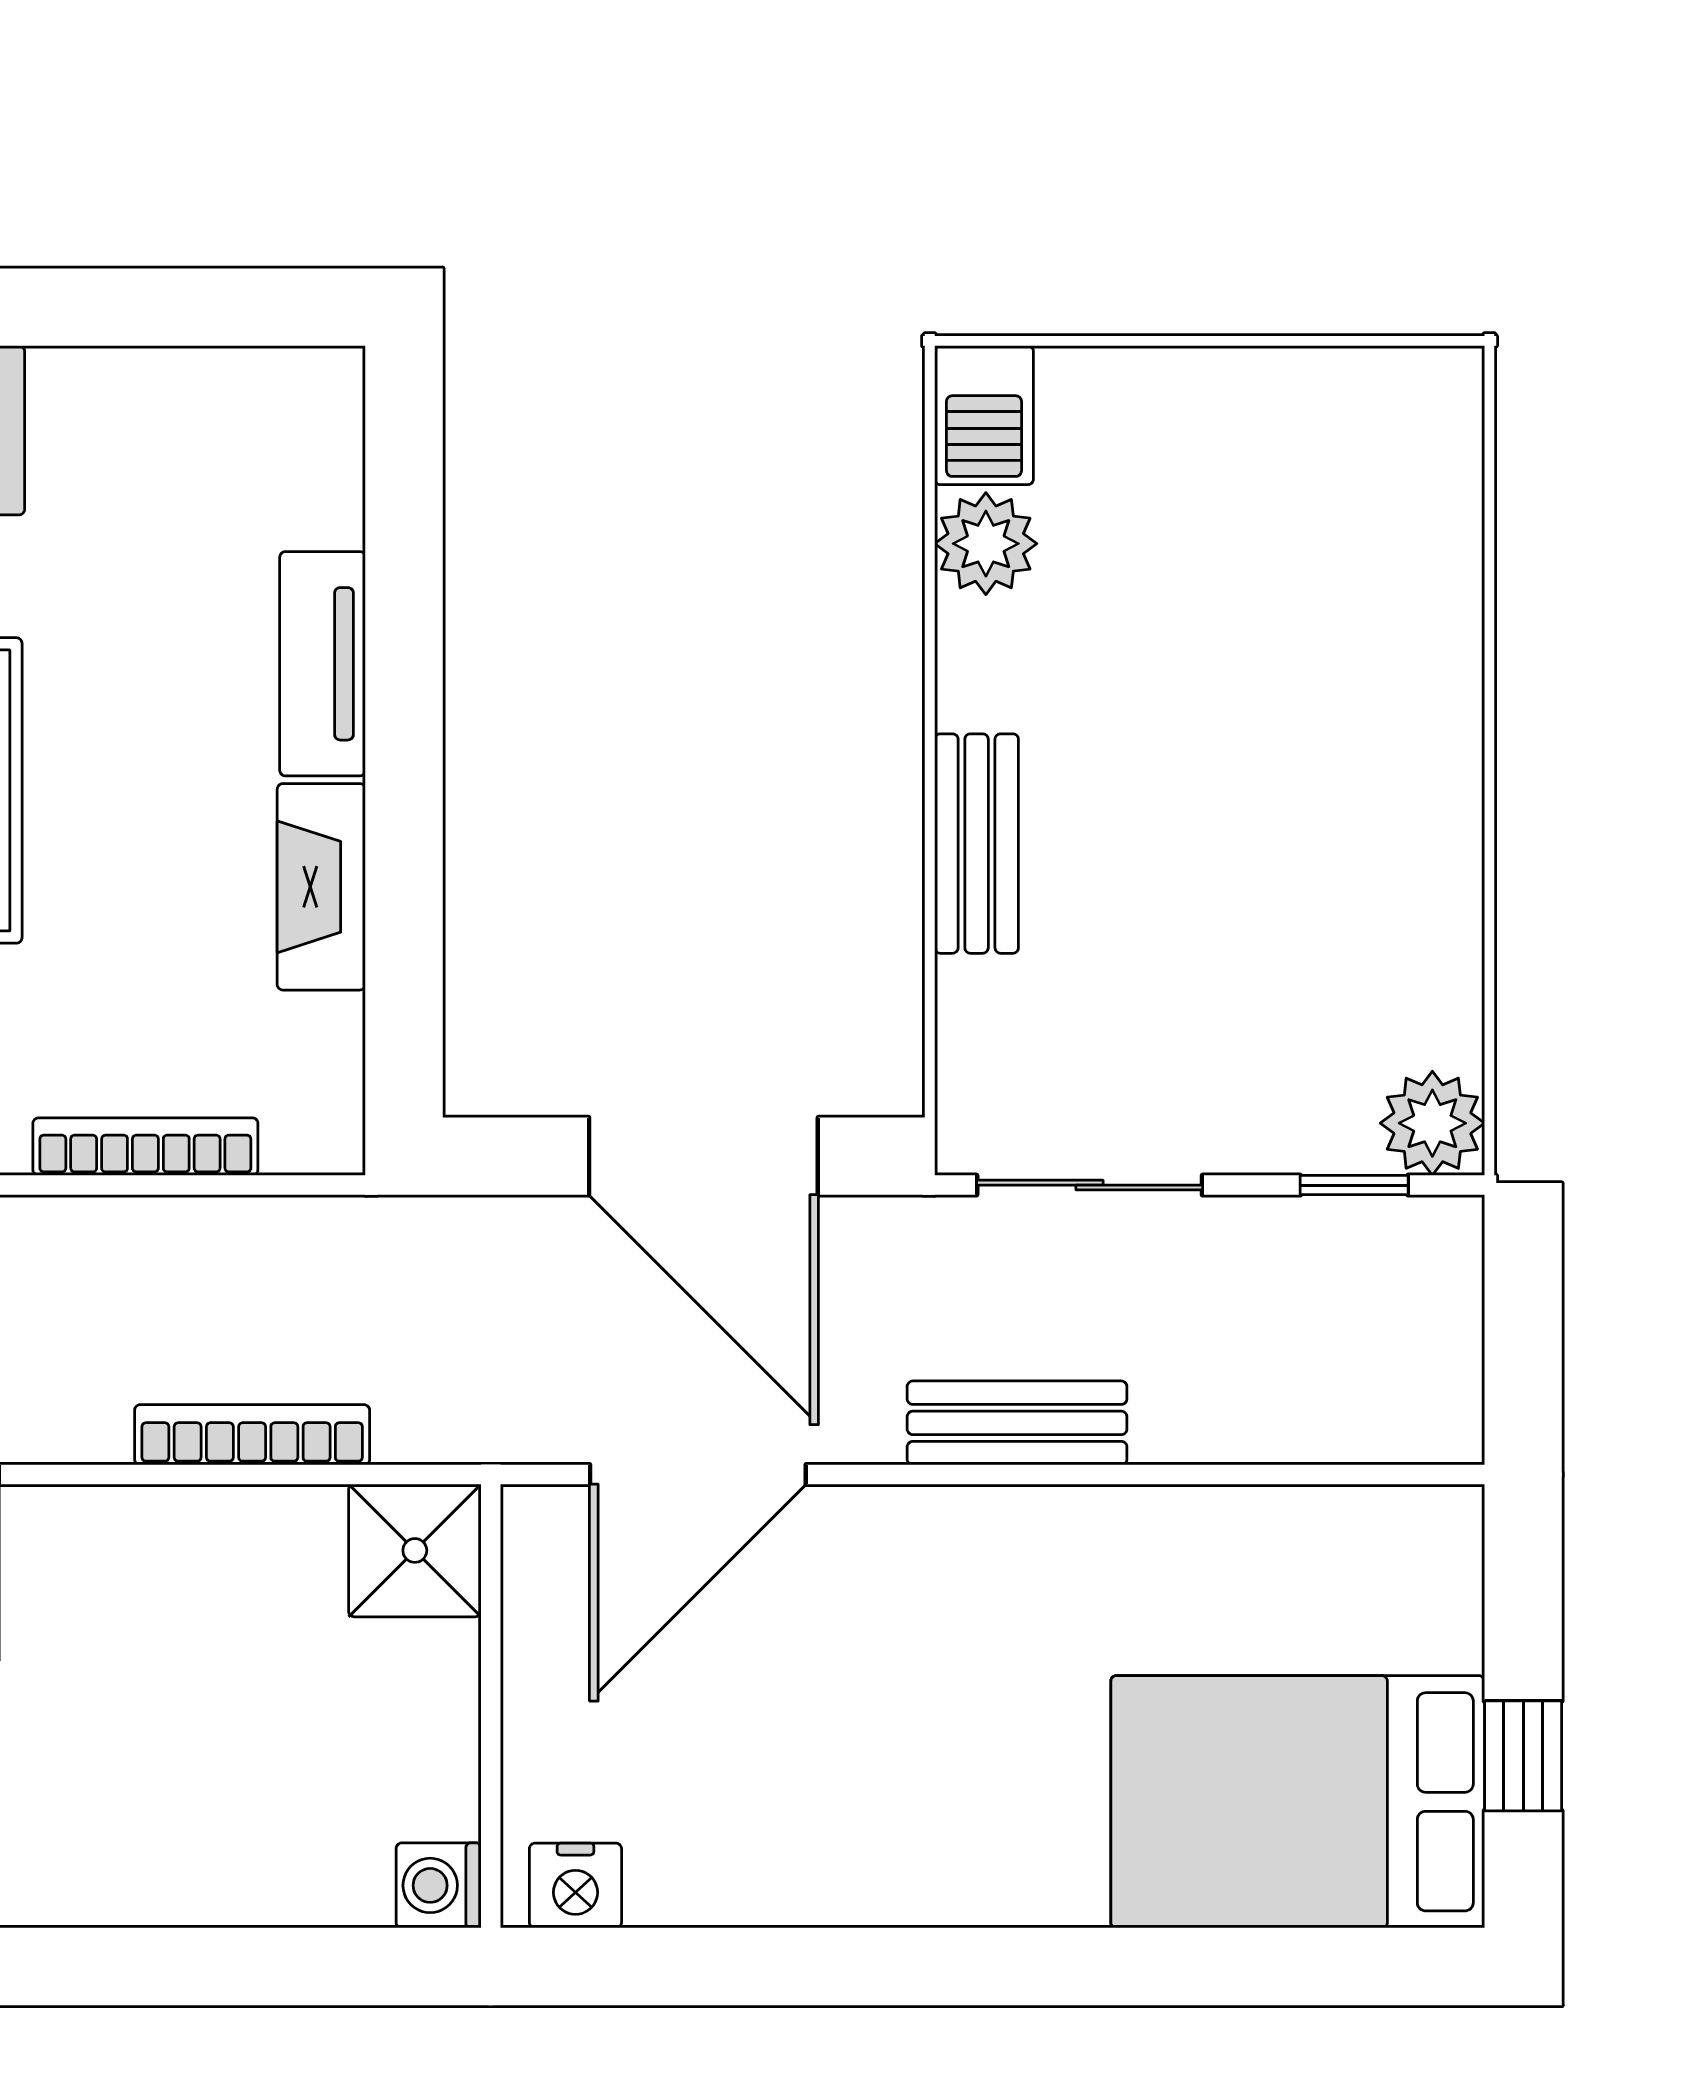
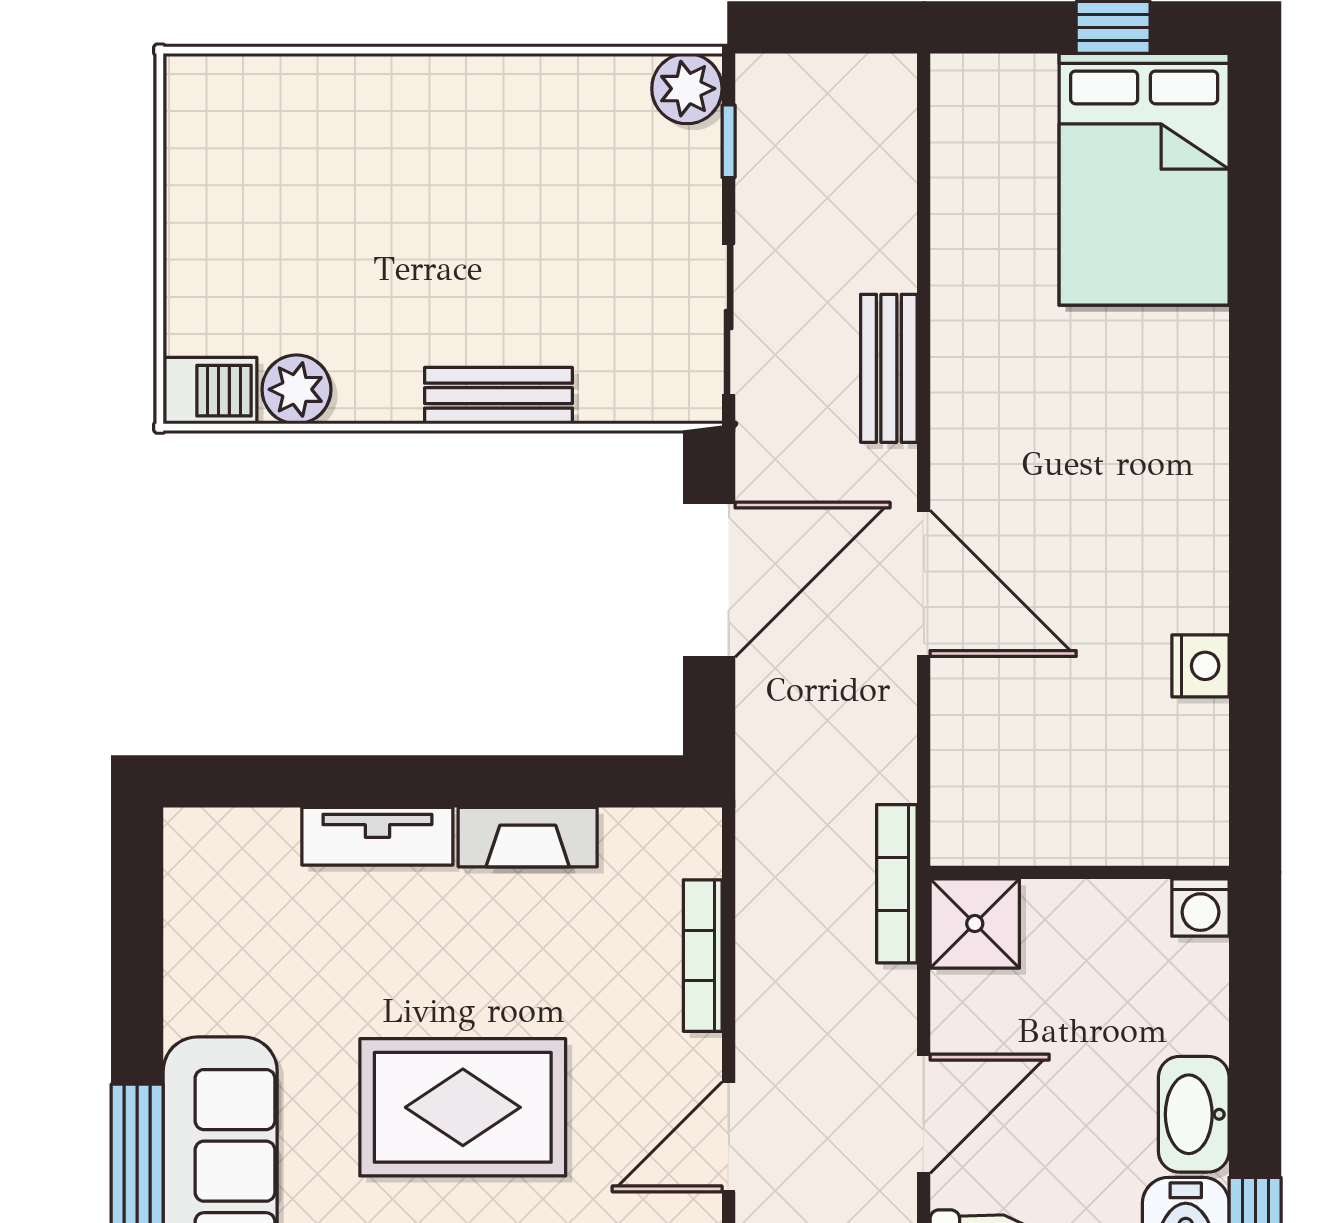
shower: (415, 1550) -> (975, 924), moved
wall: (491, 1706) -> (1080, 872), moved
washing machine: (439, 1885) -> (1200, 908), moved

